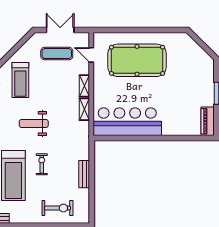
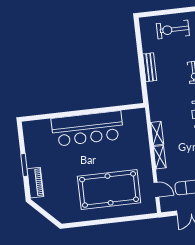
piano: (208, 121) -> (35, 183), moved
bar counter: (127, 122) -> (87, 129), moved

